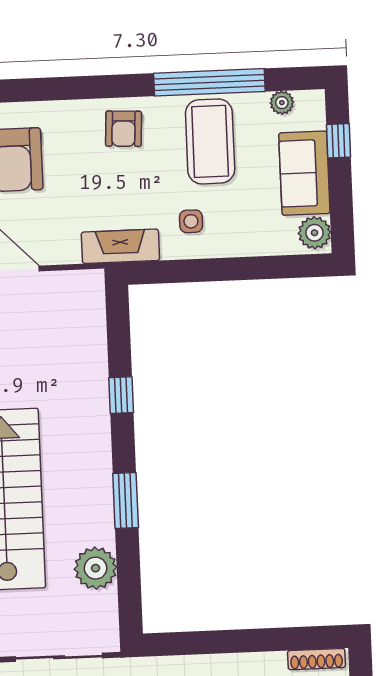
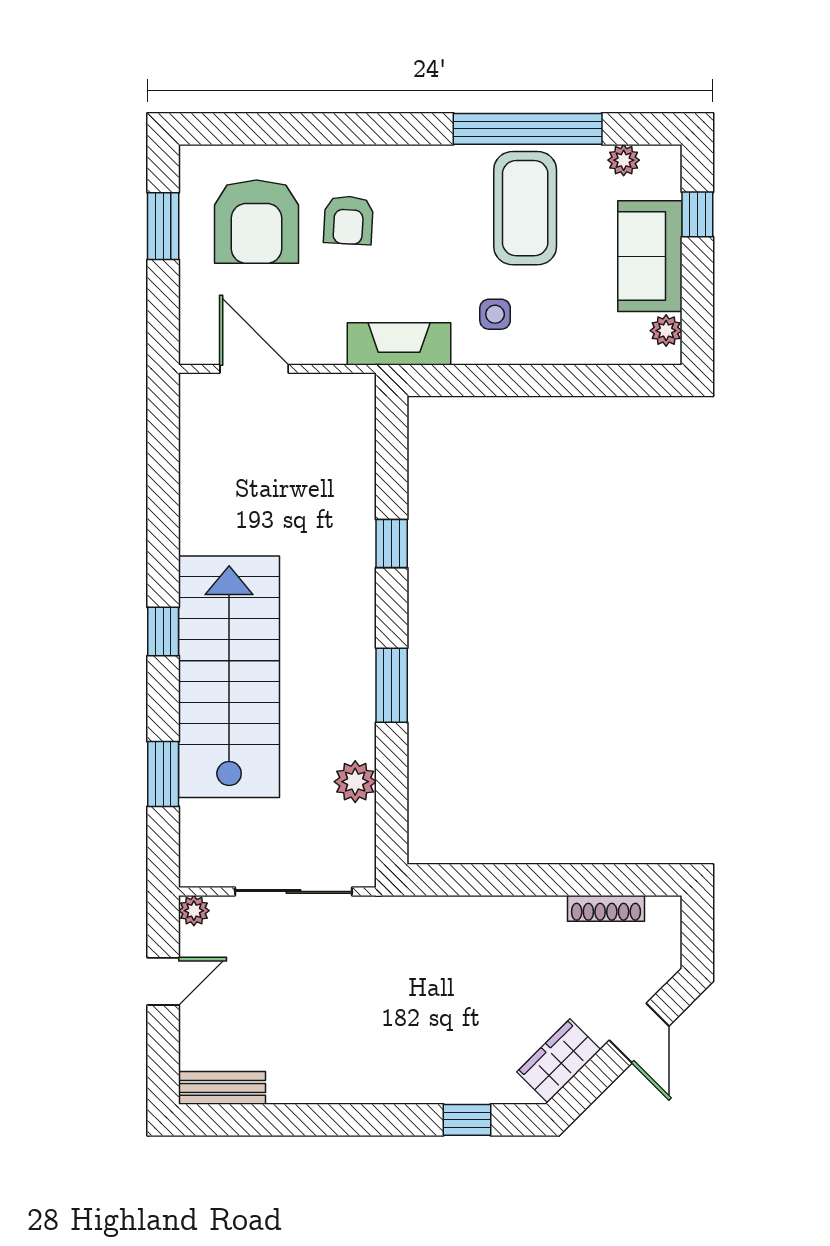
armchair: (124, 129) -> (348, 220), moved
plant: (315, 233) -> (666, 331), width x0.73, depth x0.73
plant: (96, 568) -> (355, 782), width x0.73, depth x0.73
shoe rack: (316, 659) -> (606, 908), moved

